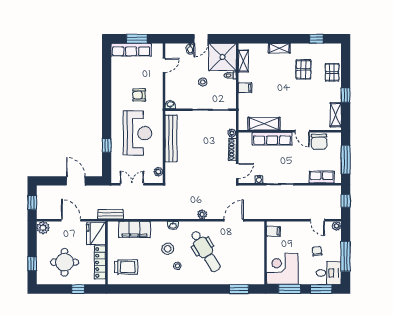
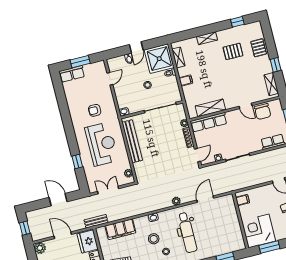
row of seats: (131, 50) -> (72, 74), width x0.68
pallet: (303, 69) -> (233, 51), turned 90
row of seats: (272, 139) -> (209, 122), moved
dental chair: (205, 251) -> (187, 233), turned 31

